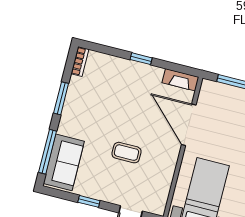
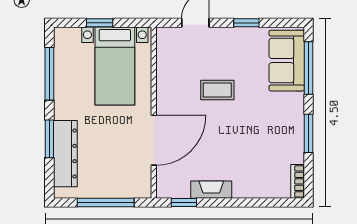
window: (141, 59) -> (184, 202), moved
fireplace: (180, 80) -> (211, 190), moved
door: (189, 125) -> (154, 140), hinge flipped

